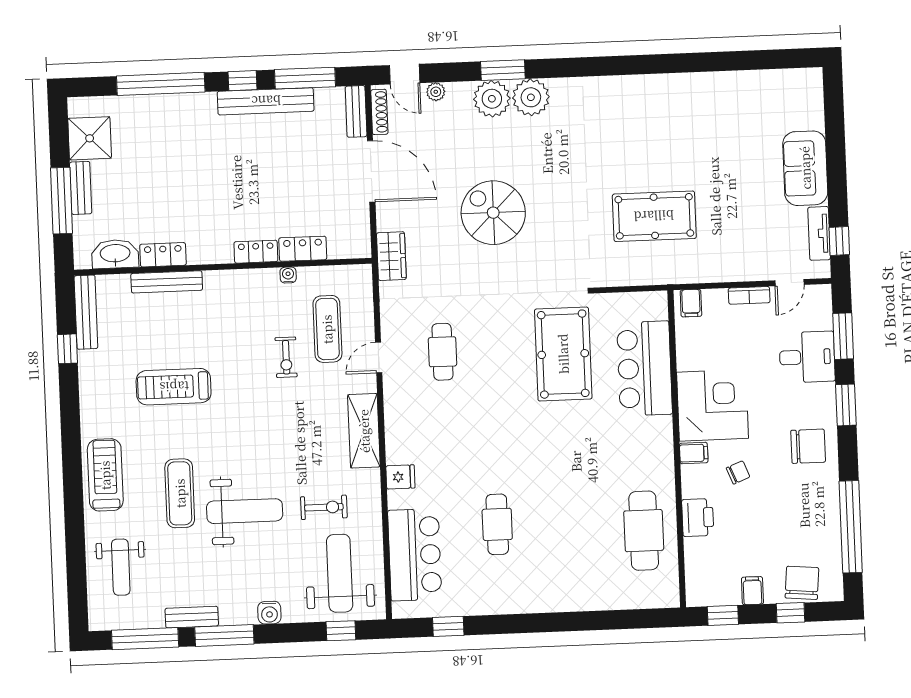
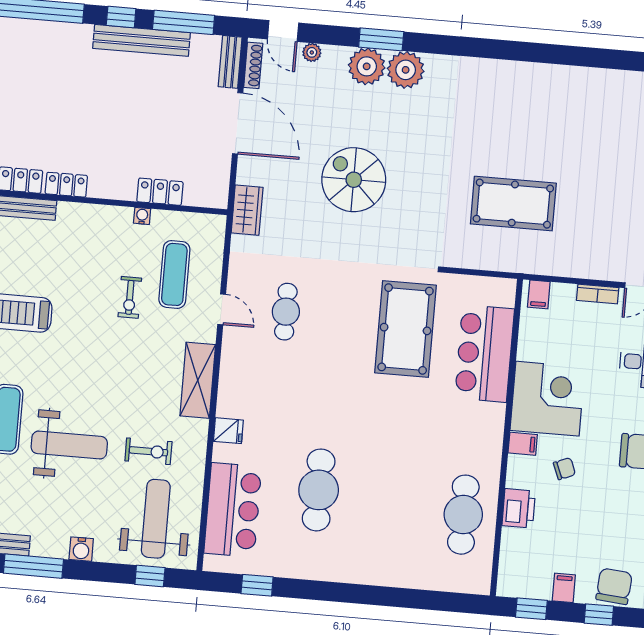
locker: (256, 252) -> (66, 185), moved
door: (379, 358) -> (222, 309), swing flipped
cafe table: (497, 524) -> (319, 490), width x1.37, depth x1.35

